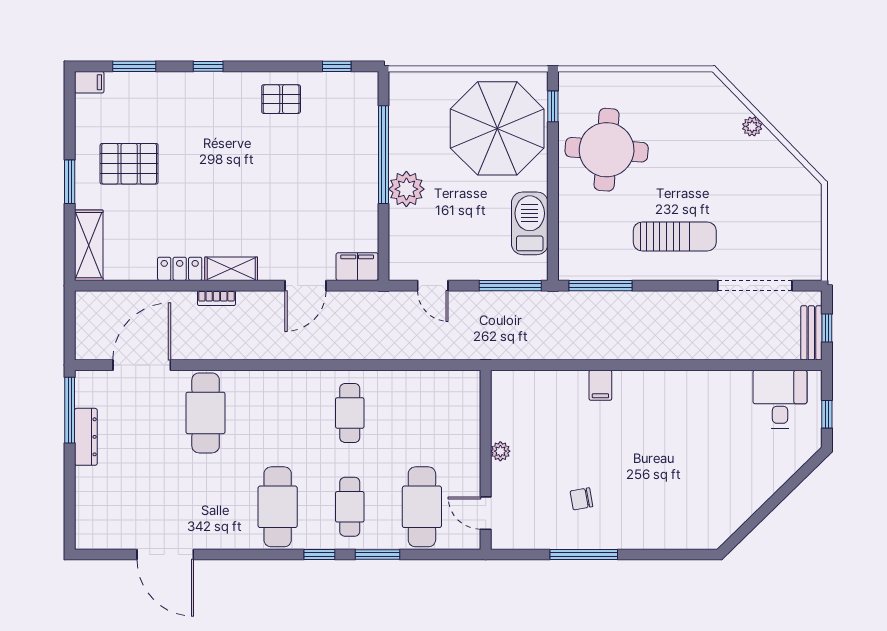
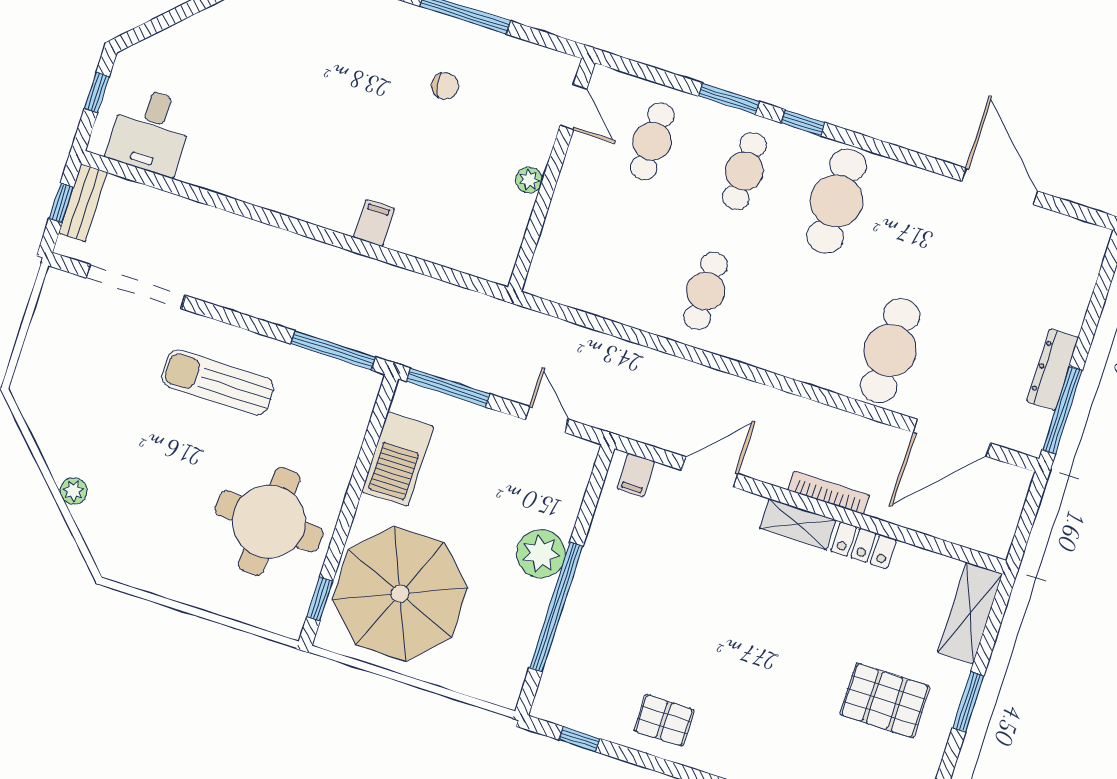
filing cabinet: (357, 267) -> (636, 475), width x0.50
bookcase: (216, 298) -> (829, 493), width x1.56
cafe table: (422, 507) -> (652, 141), width x0.73, depth x0.74

